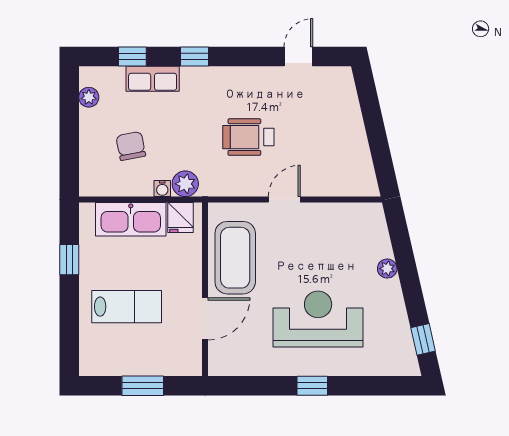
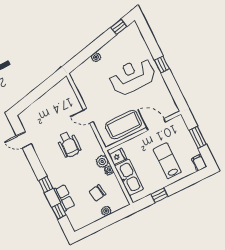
plant: (89, 97) -> (106, 211), moved
reception desk: (318, 319) -> (132, 76), turned 90
filing cabinet: (94, 365) -> (199, 163), added

